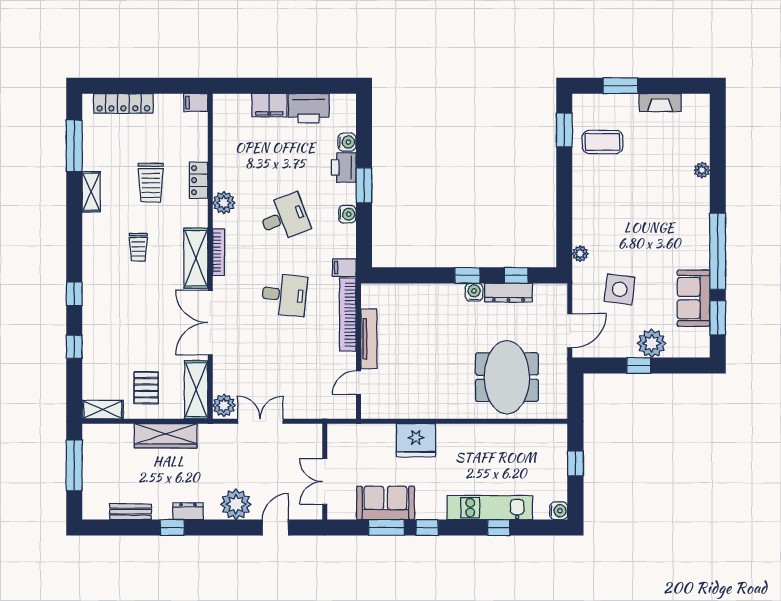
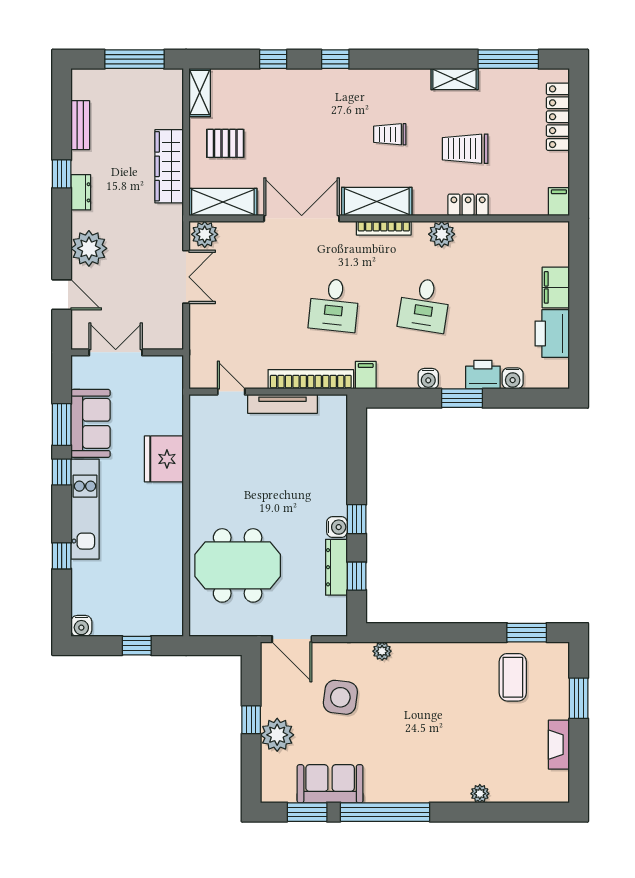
desk: (284, 218) -> (424, 305), turned 30
kitchen unit: (490, 508) -> (85, 509), moved

